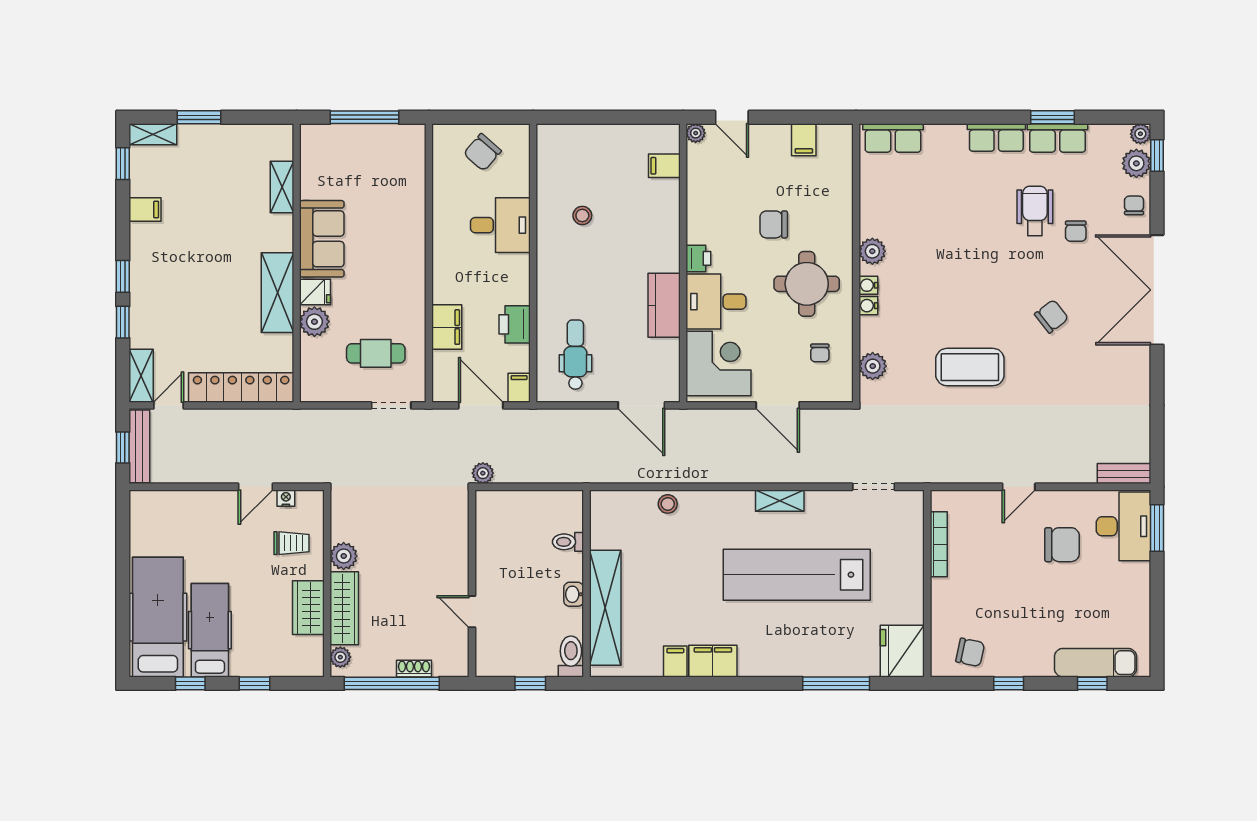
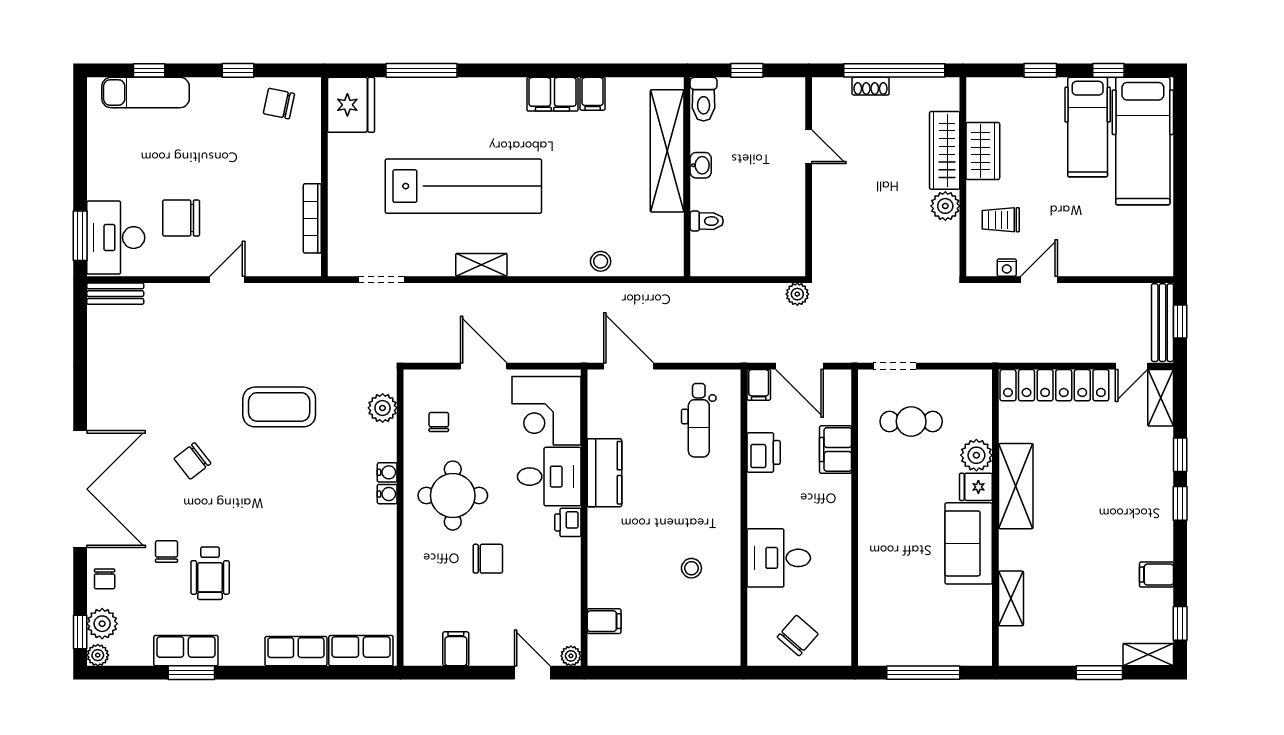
row of seats: (996, 137) -> (296, 651), moved
plant: (872, 251) -> (383, 530), removed
plant: (340, 657) -> (949, 98), removed

